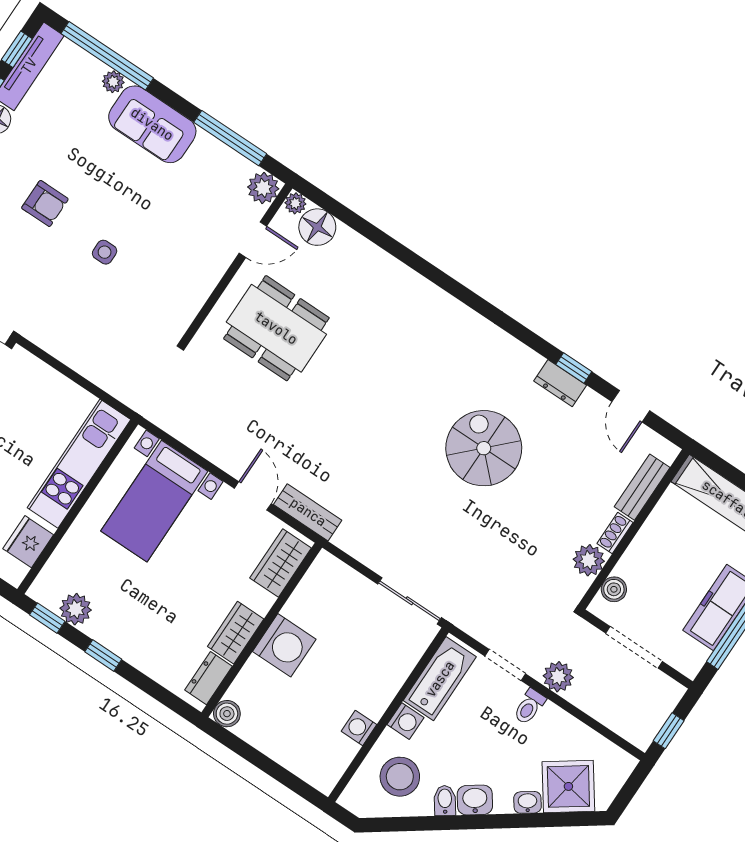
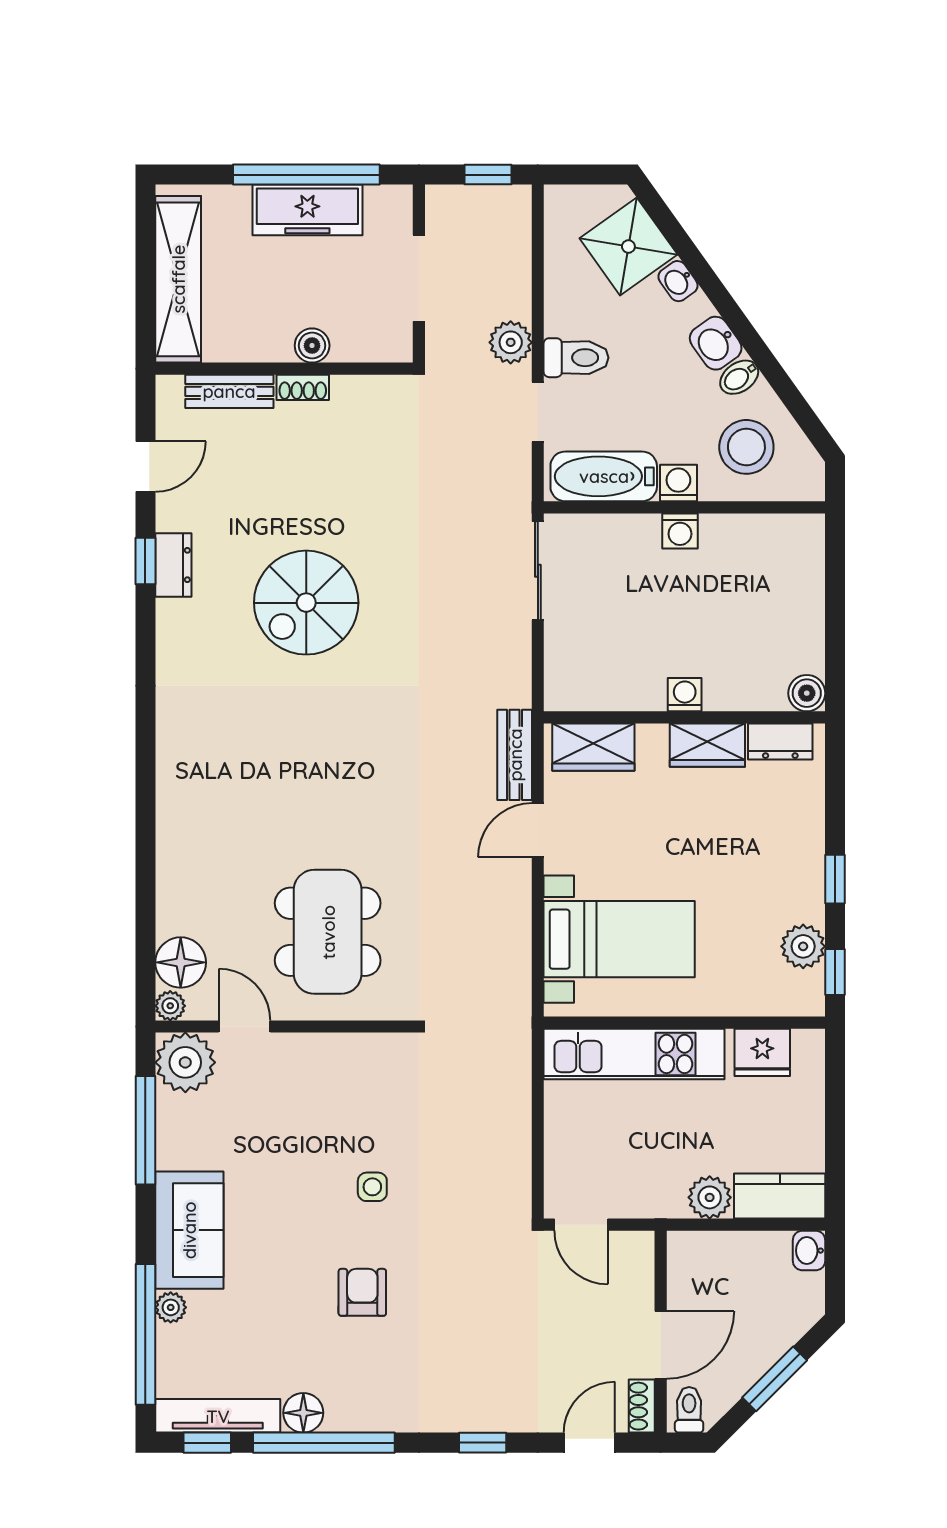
plant: (263, 188) -> (185, 1062), width x1.36, depth x1.36
plant: (589, 560) -> (354, 397), removed
boiler: (614, 589) -> (312, 346), moved
washing machine: (284, 645) -> (685, 695), width x0.53, depth x0.53
toilet: (529, 707) -> (576, 358), width x1.37, depth x1.39
washing machine: (359, 728) -> (680, 531), moved

